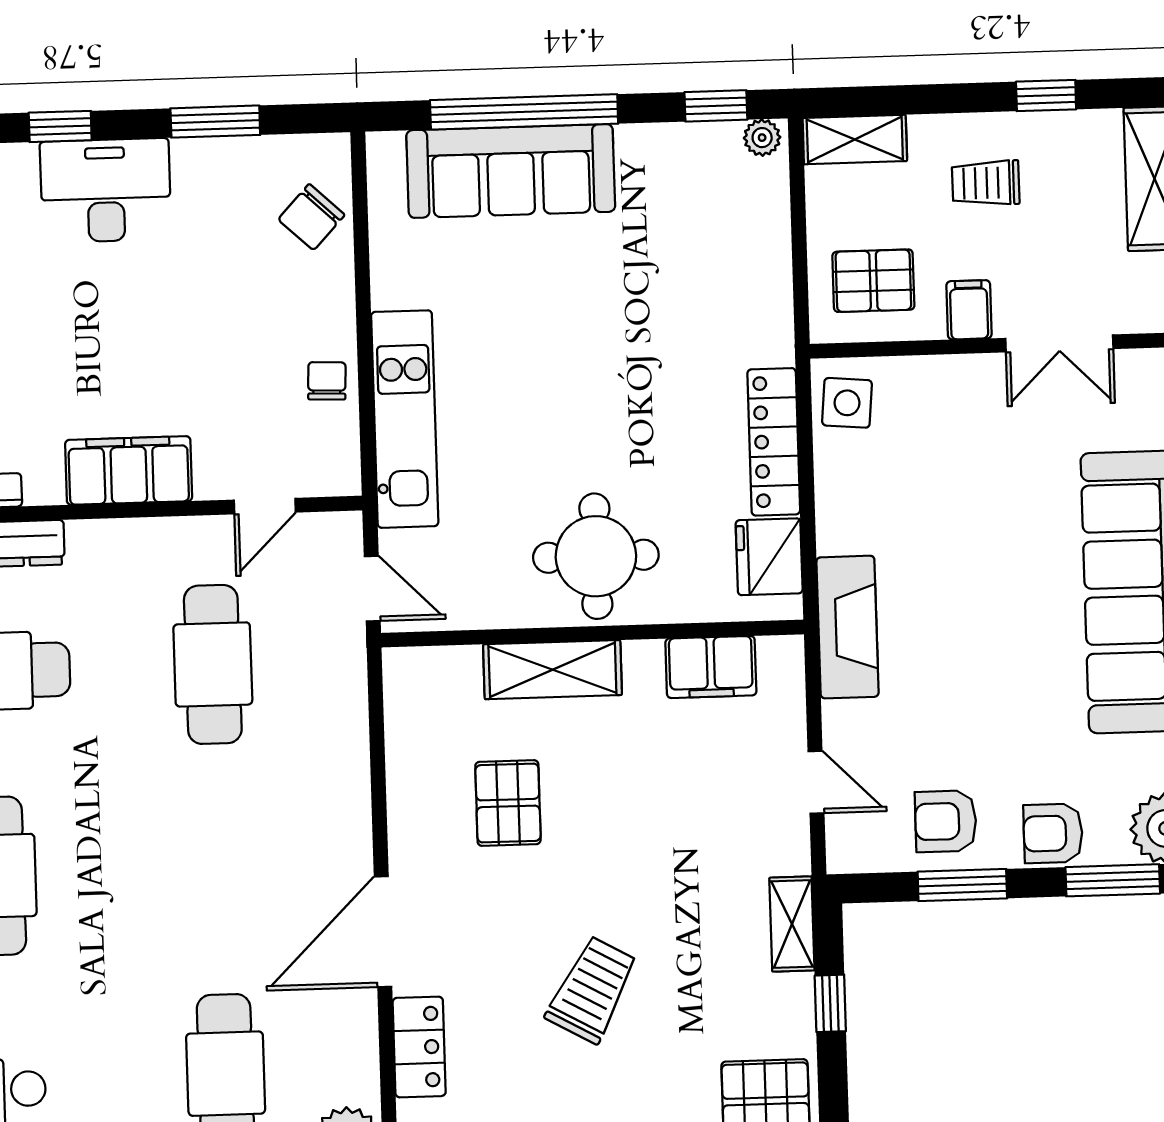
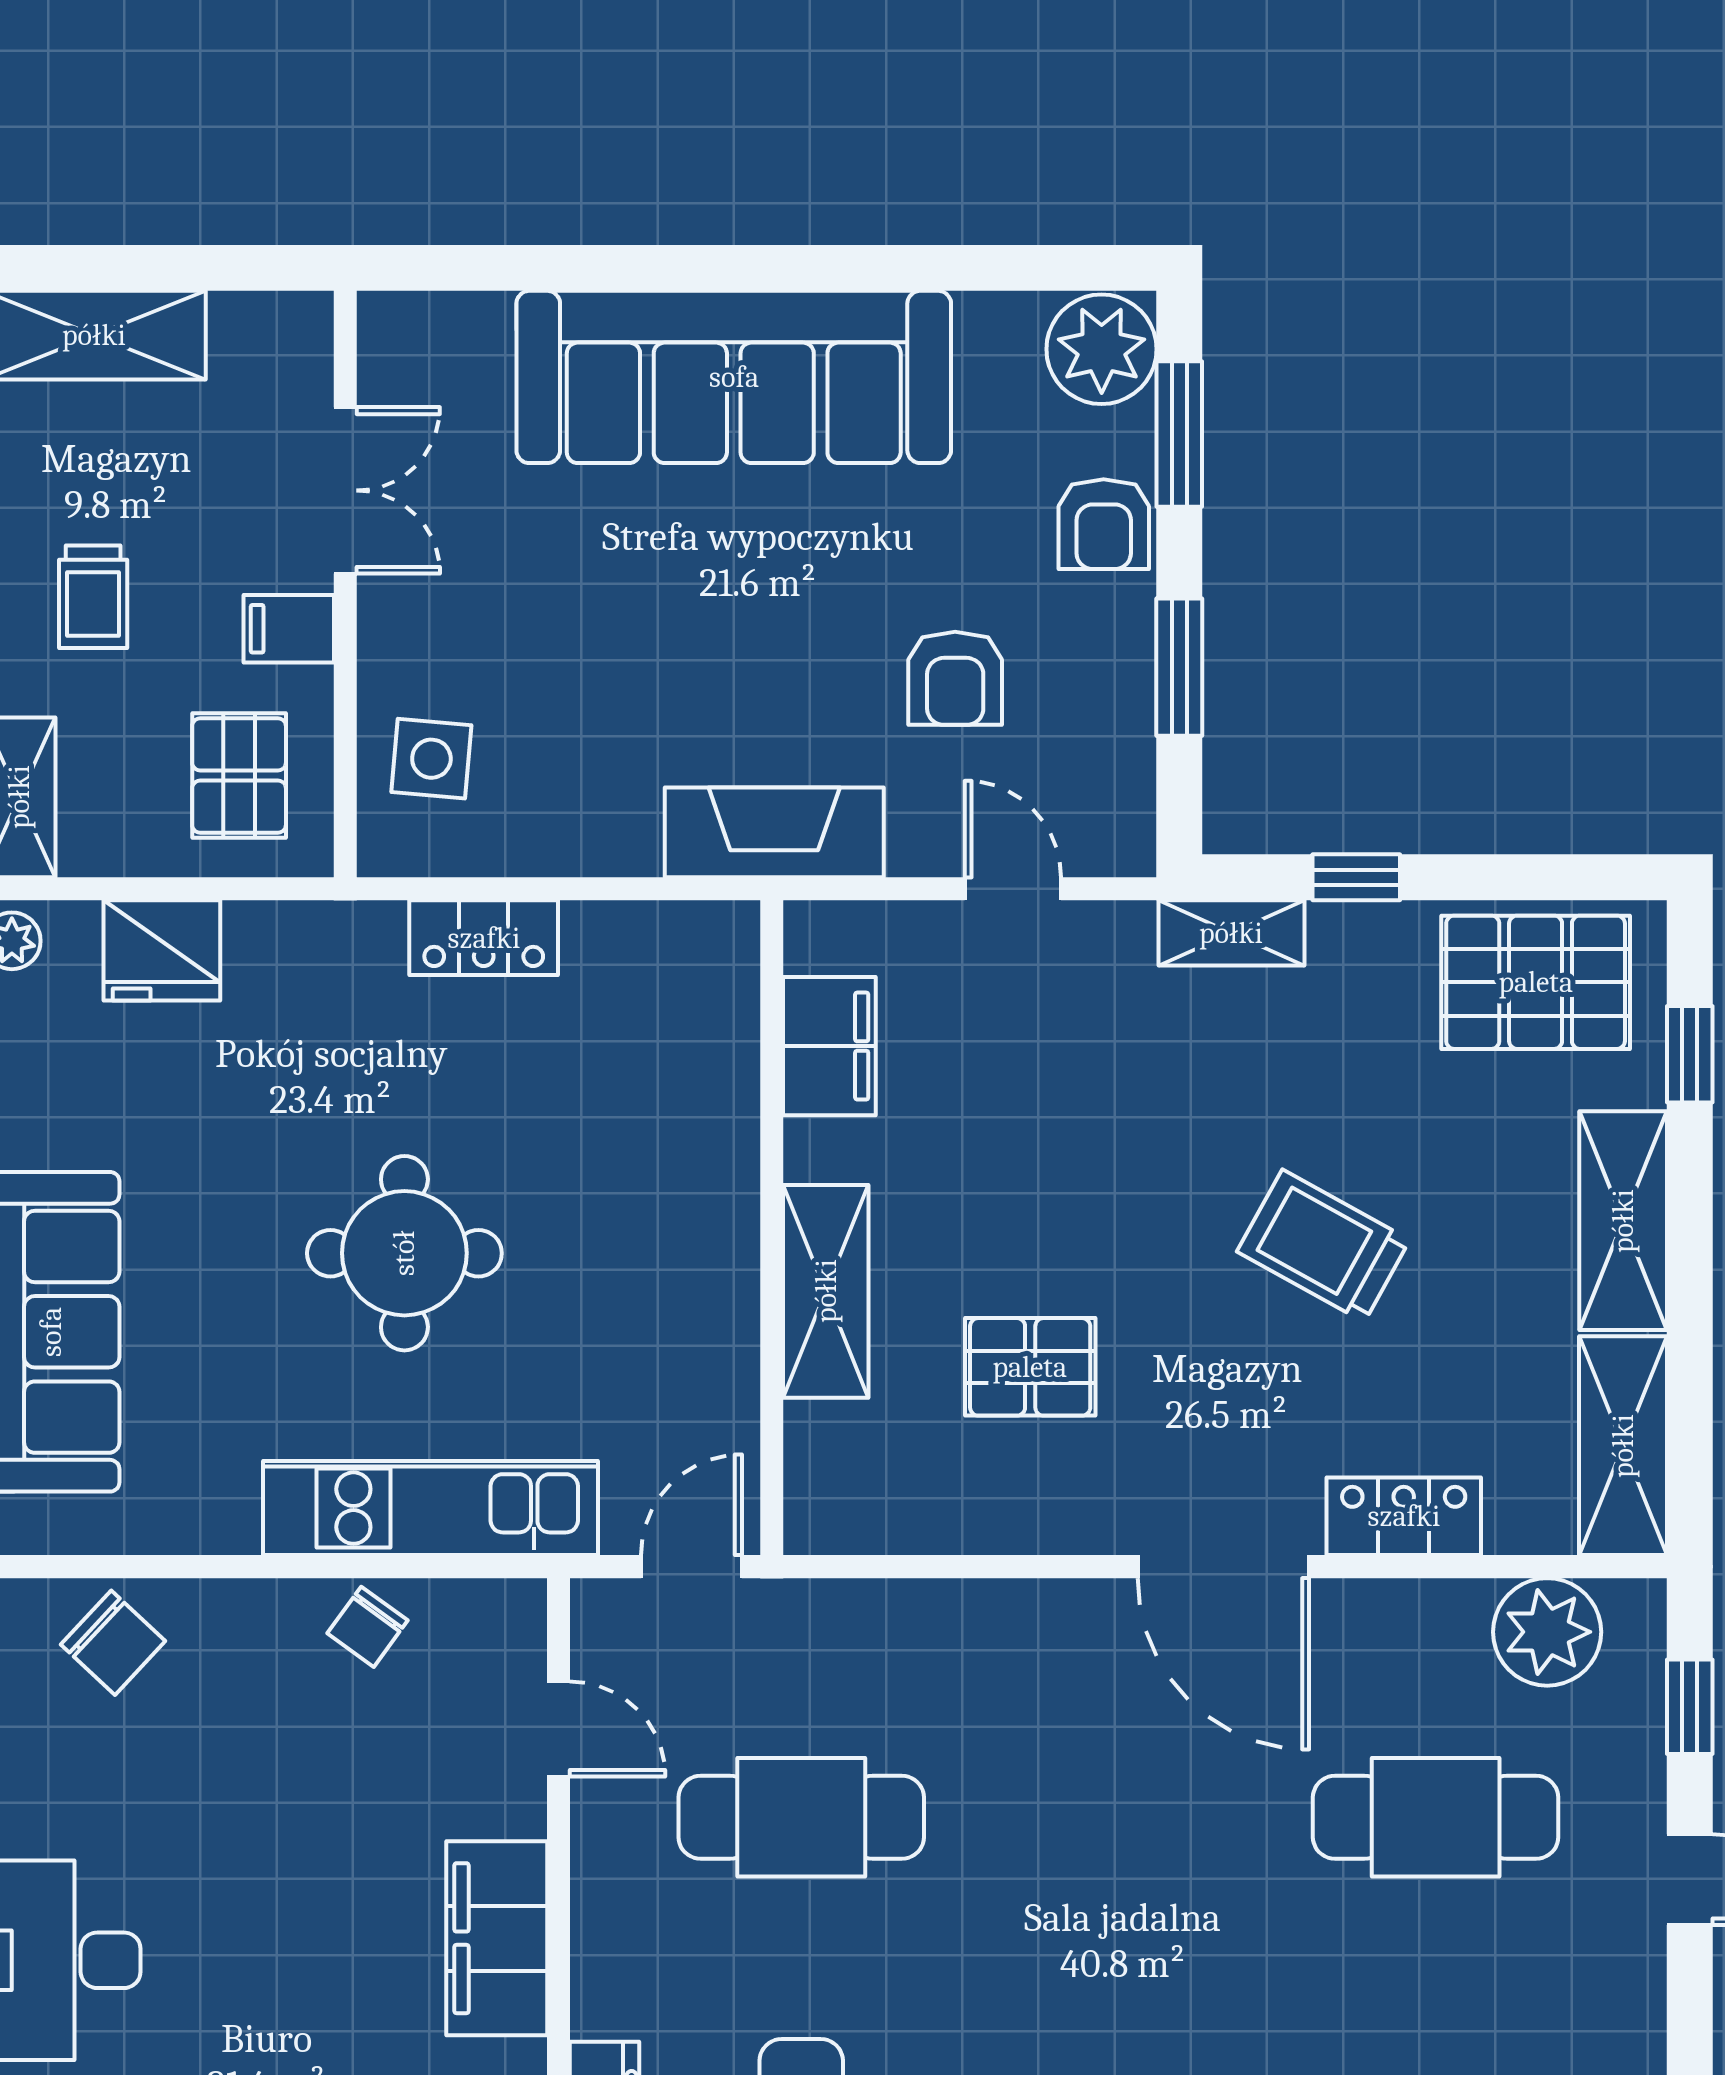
chair: (327, 381) -> (368, 1627), turned -56
side table: (847, 403) -> (431, 759), moved
locker: (774, 442) -> (484, 938), width x0.66
round table: (596, 556) -> (404, 1253), moved
fridge: (769, 557) -> (162, 950), moved
door: (816, 782) -> (1013, 889), hinge flipped
armchair: (946, 821) -> (955, 678), moved

